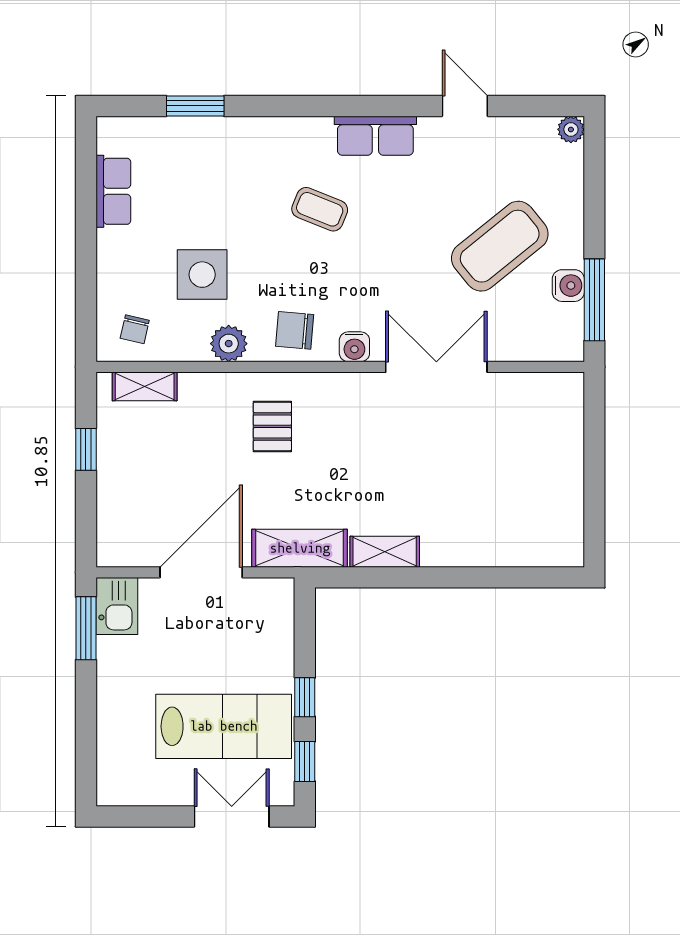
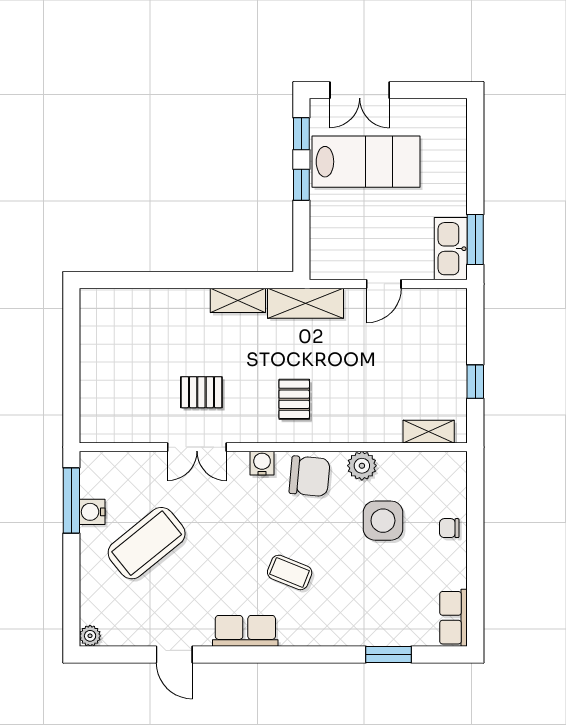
row of seats: (113, 191) -> (454, 618), moved
chair: (135, 329) -> (449, 528), moved, turned -103
chair: (295, 330) -> (310, 476), width x1.37, depth x1.37
double door: (436, 367) -> (197, 447), width x0.73
pallet: (272, 426) -> (294, 399), moved
pallet: (431, 436) -> (201, 392), added
door: (201, 572) -> (384, 284), width x0.53
kitchen sink: (117, 606) -> (451, 249), width x1.38
lab bench: (224, 726) -> (366, 162), turned 180

